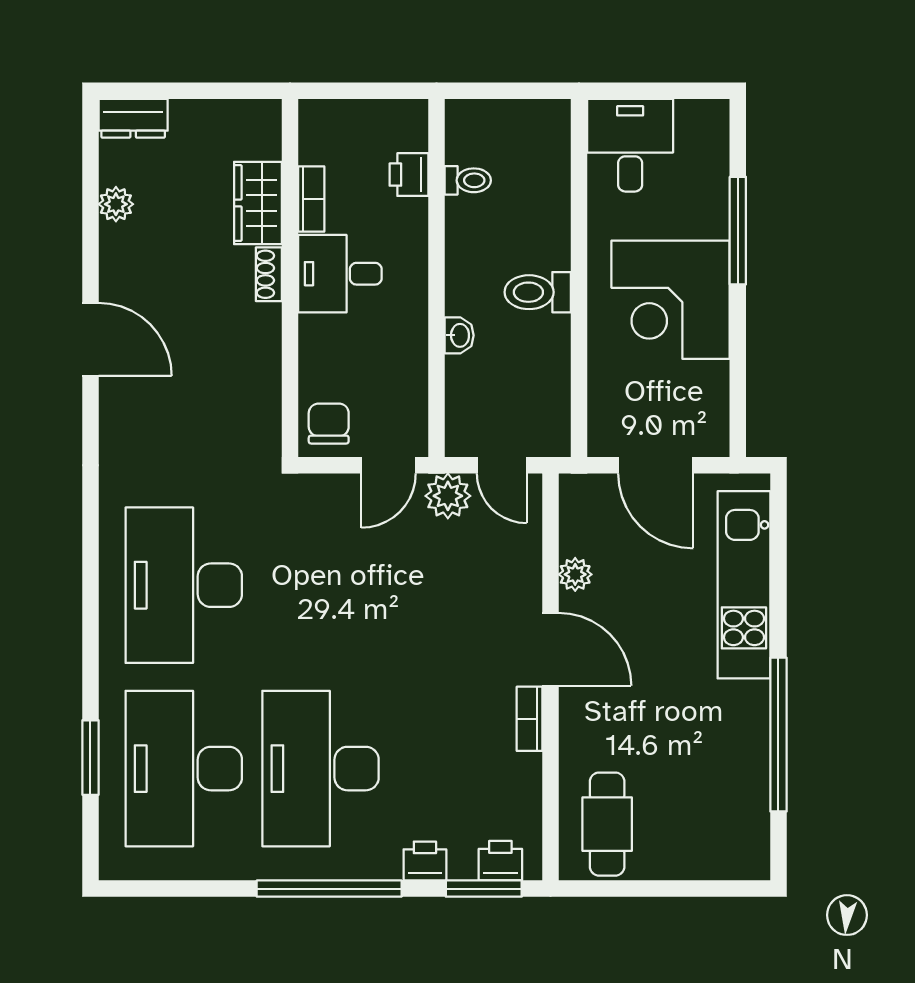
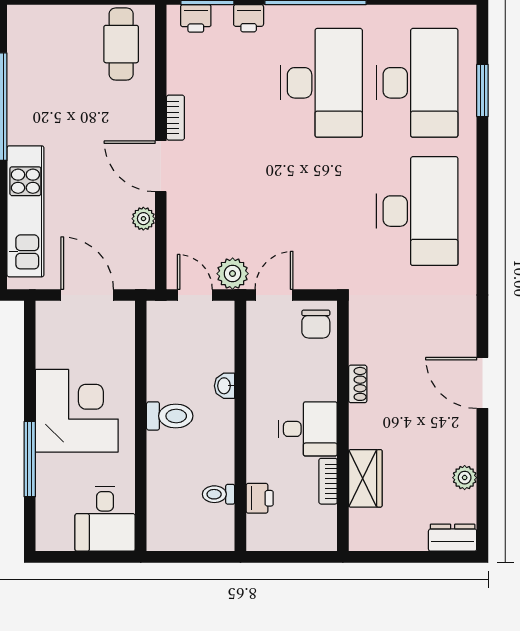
shoe rack: (269, 274) -> (358, 384), moved

